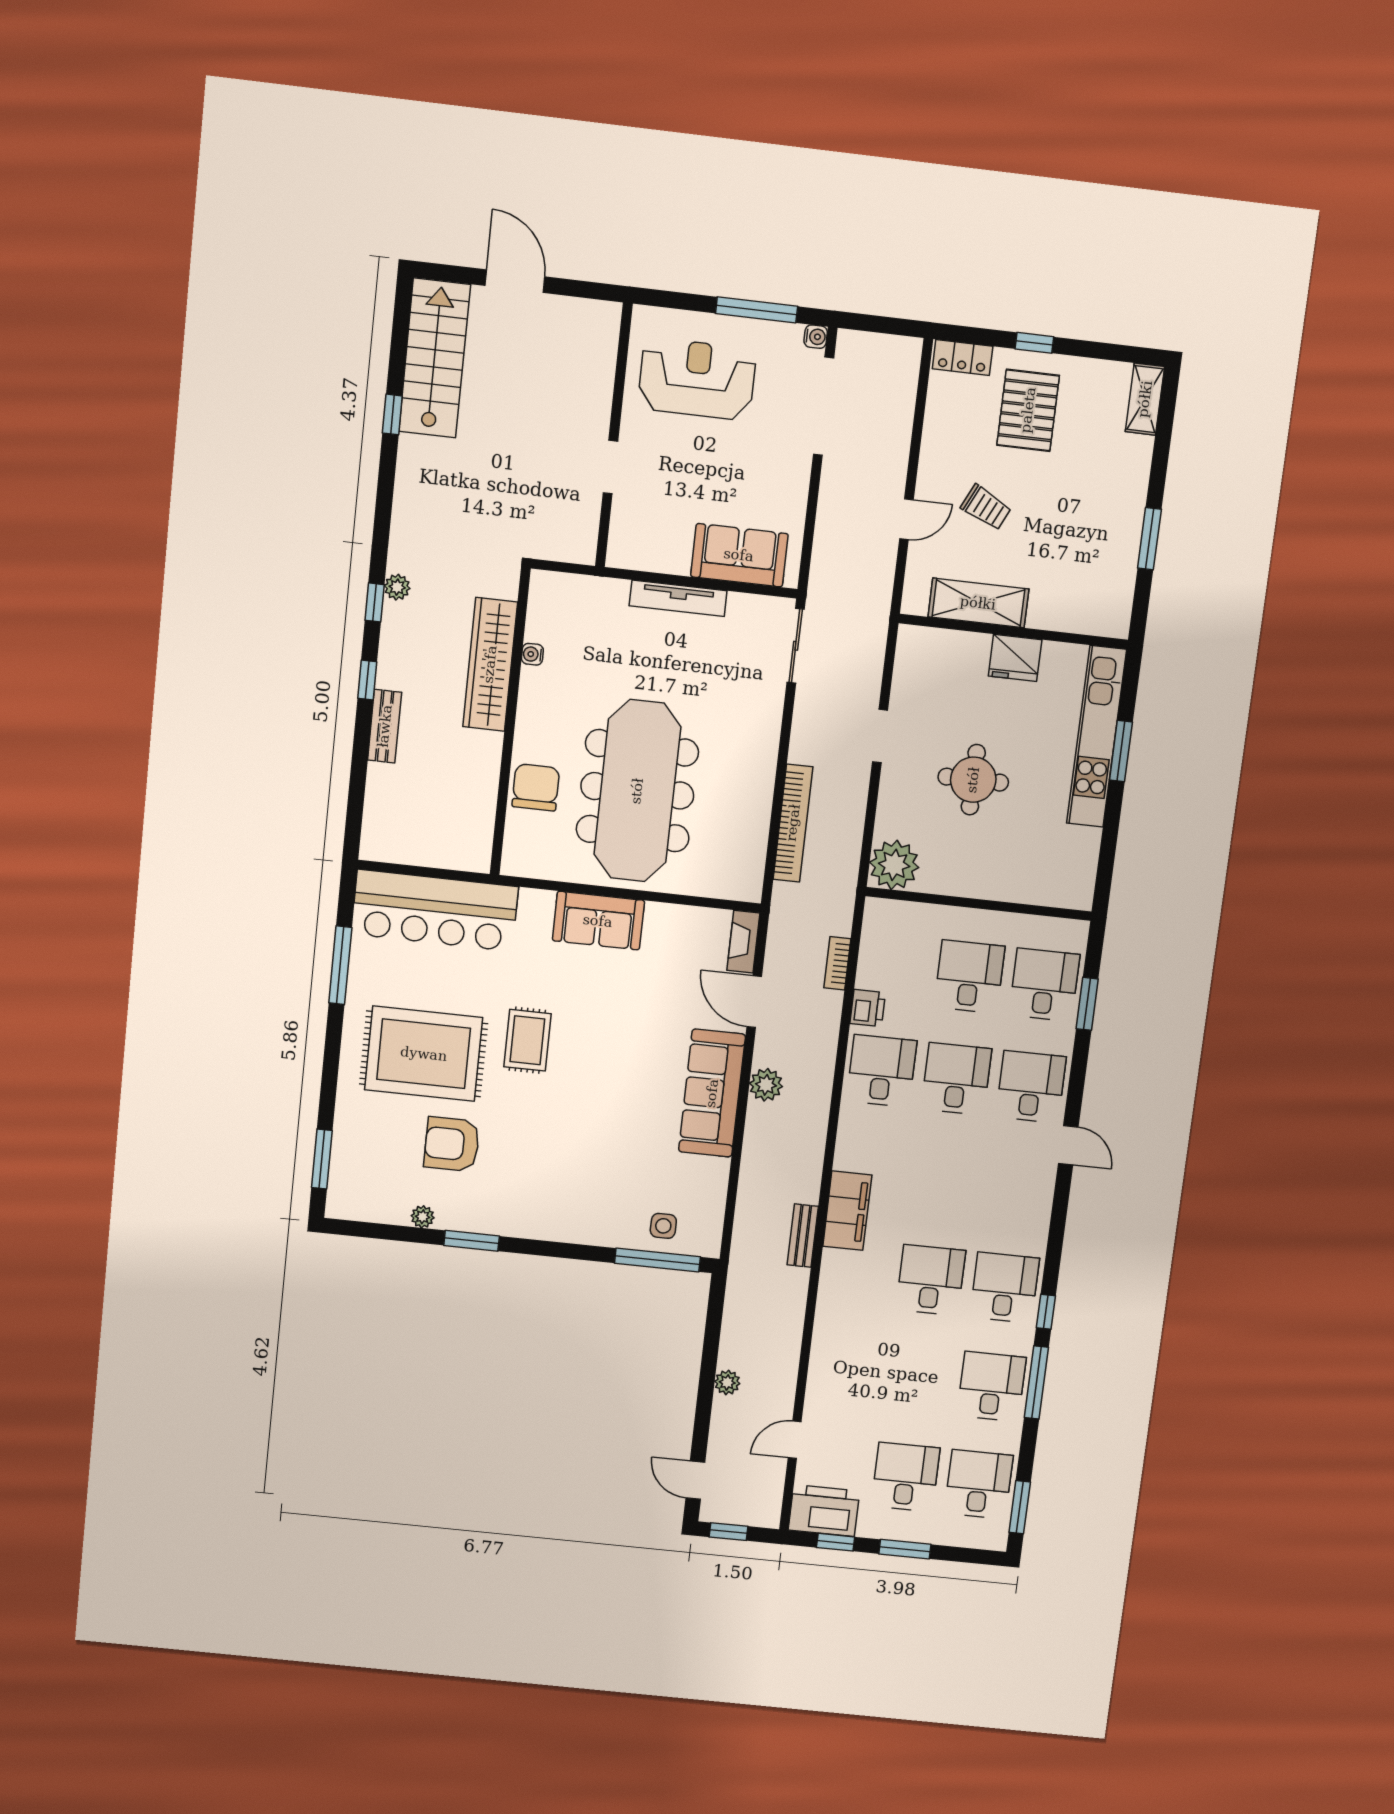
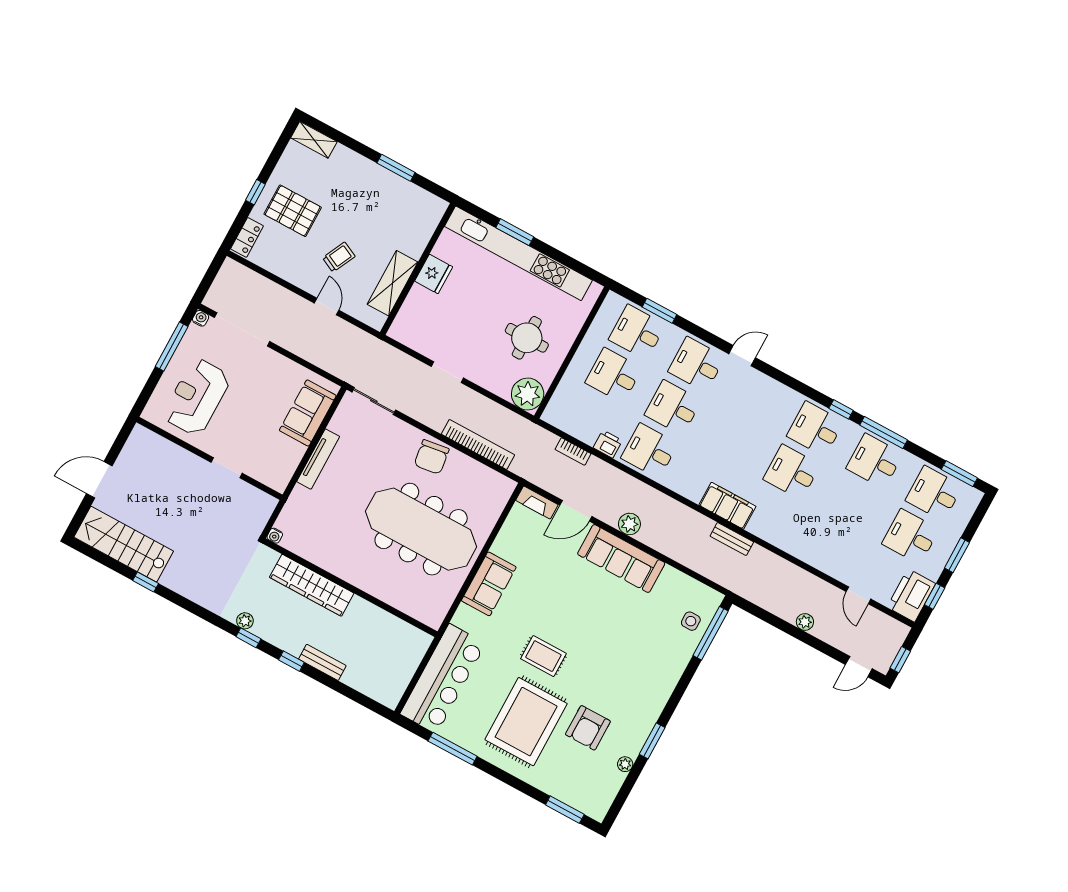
water cooler: (532, 654) -> (275, 536), moved
kitchen unit: (1097, 737) -> (518, 253), width x1.36
round table: (973, 780) -> (527, 338), moved
chair: (536, 787) -> (432, 457), moved, turned -98

